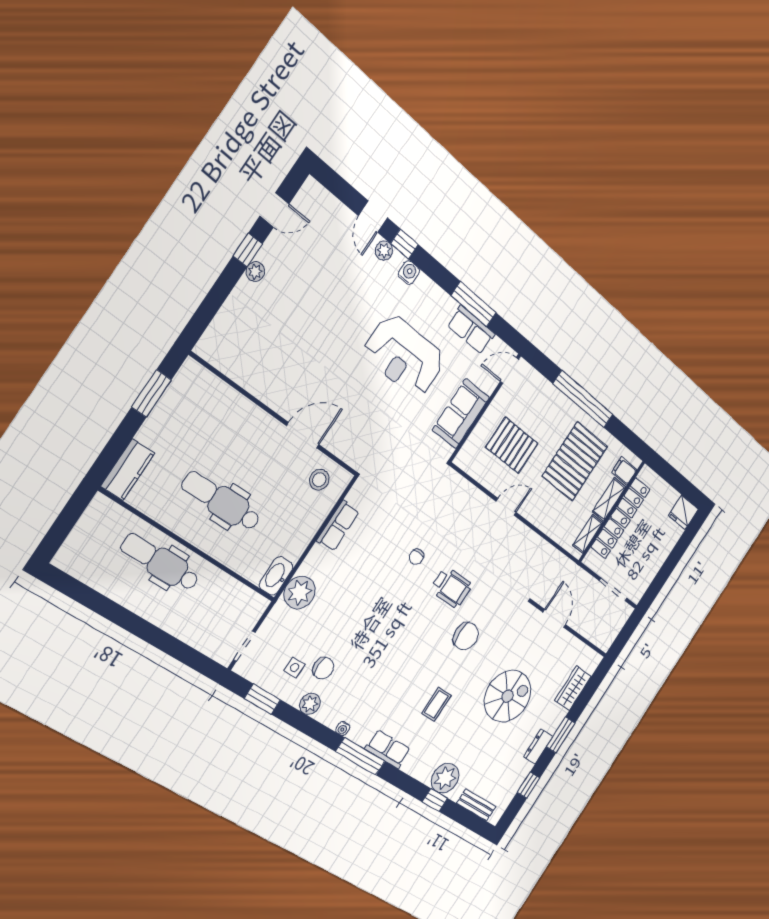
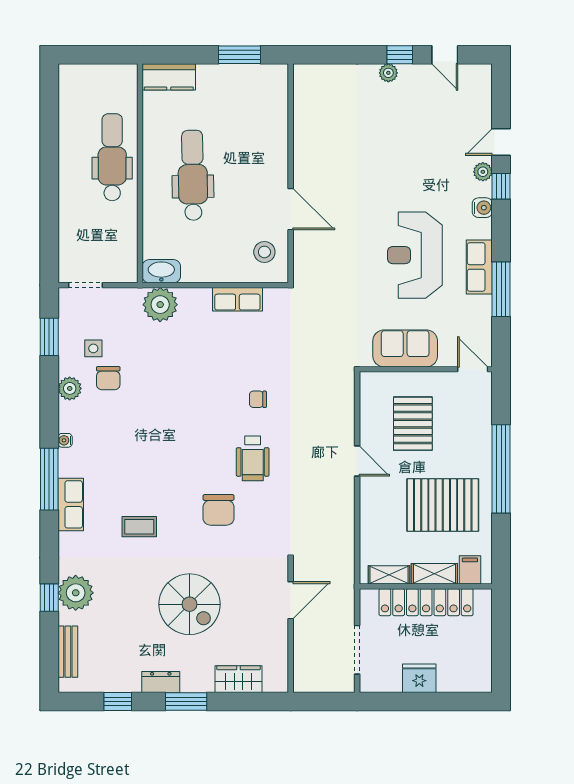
row of seats: (471, 330) -> (479, 267), moved
fridge: (683, 512) -> (419, 678), moved, turned 90

